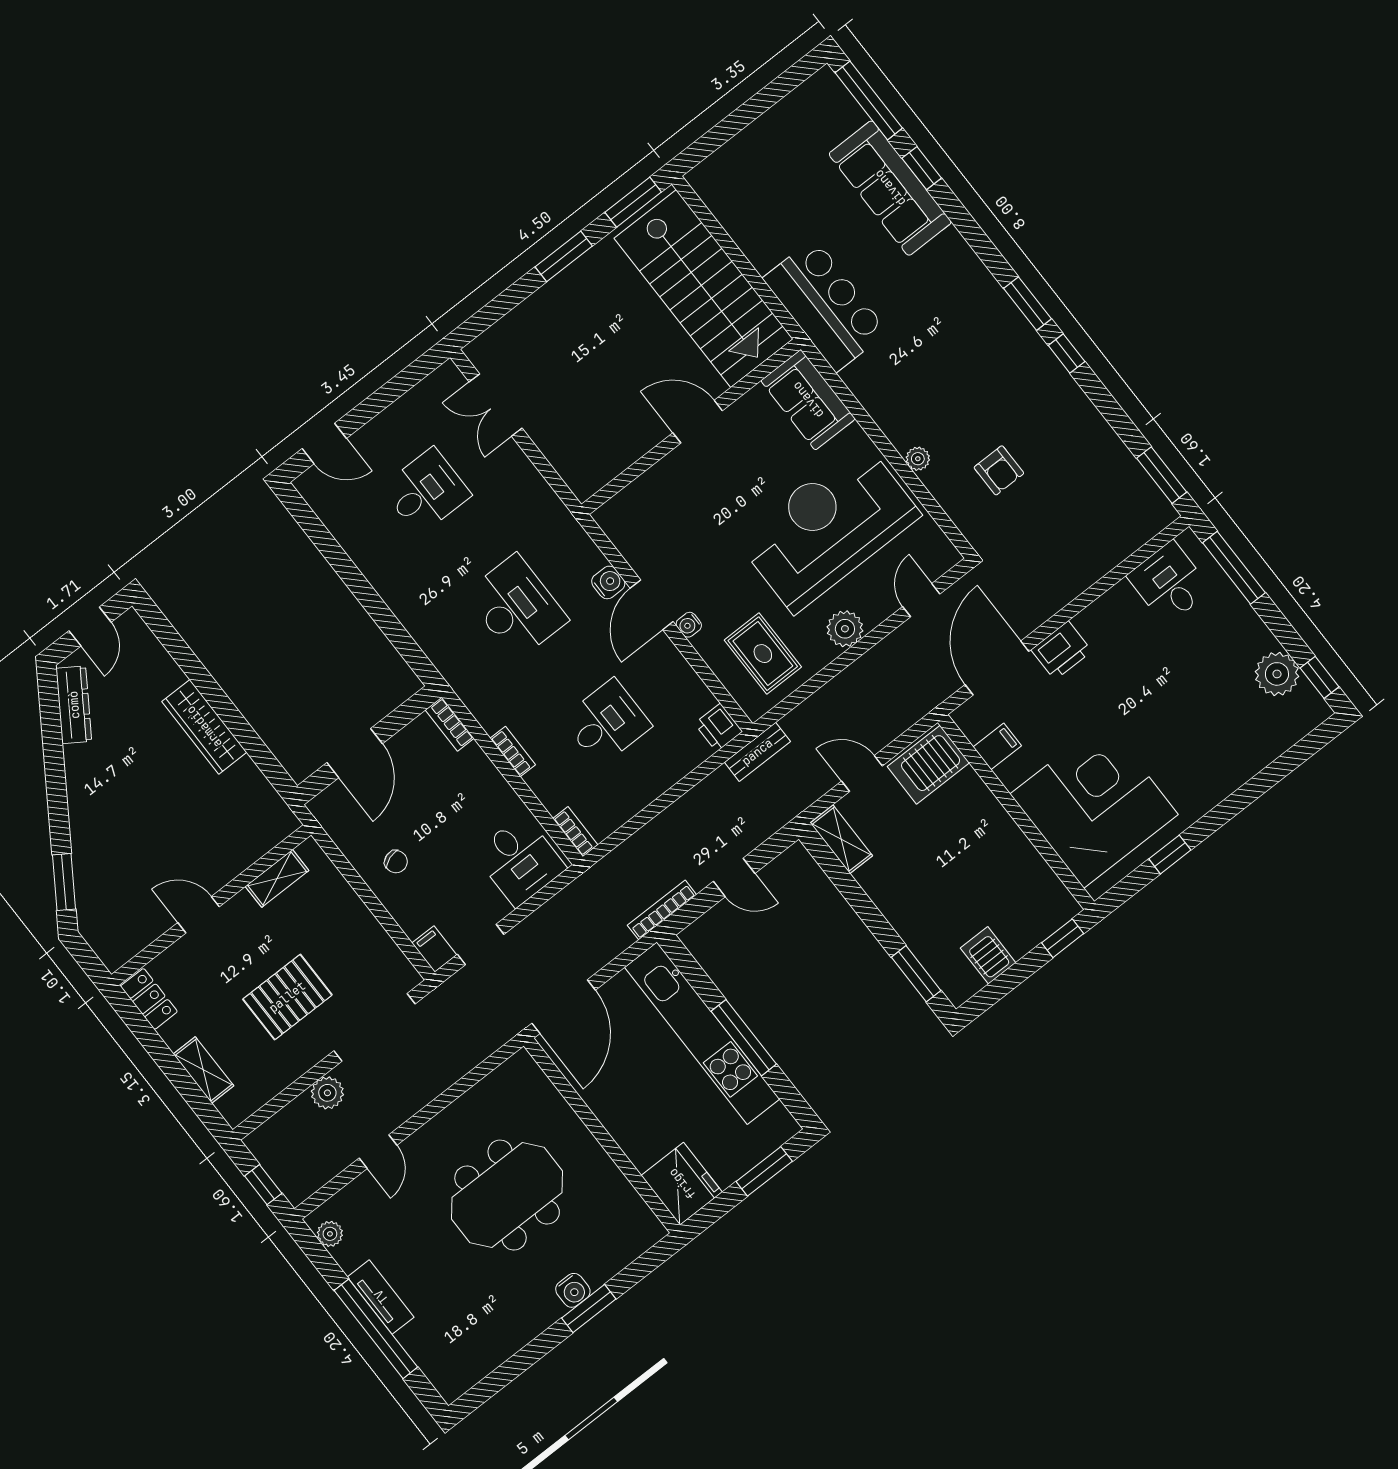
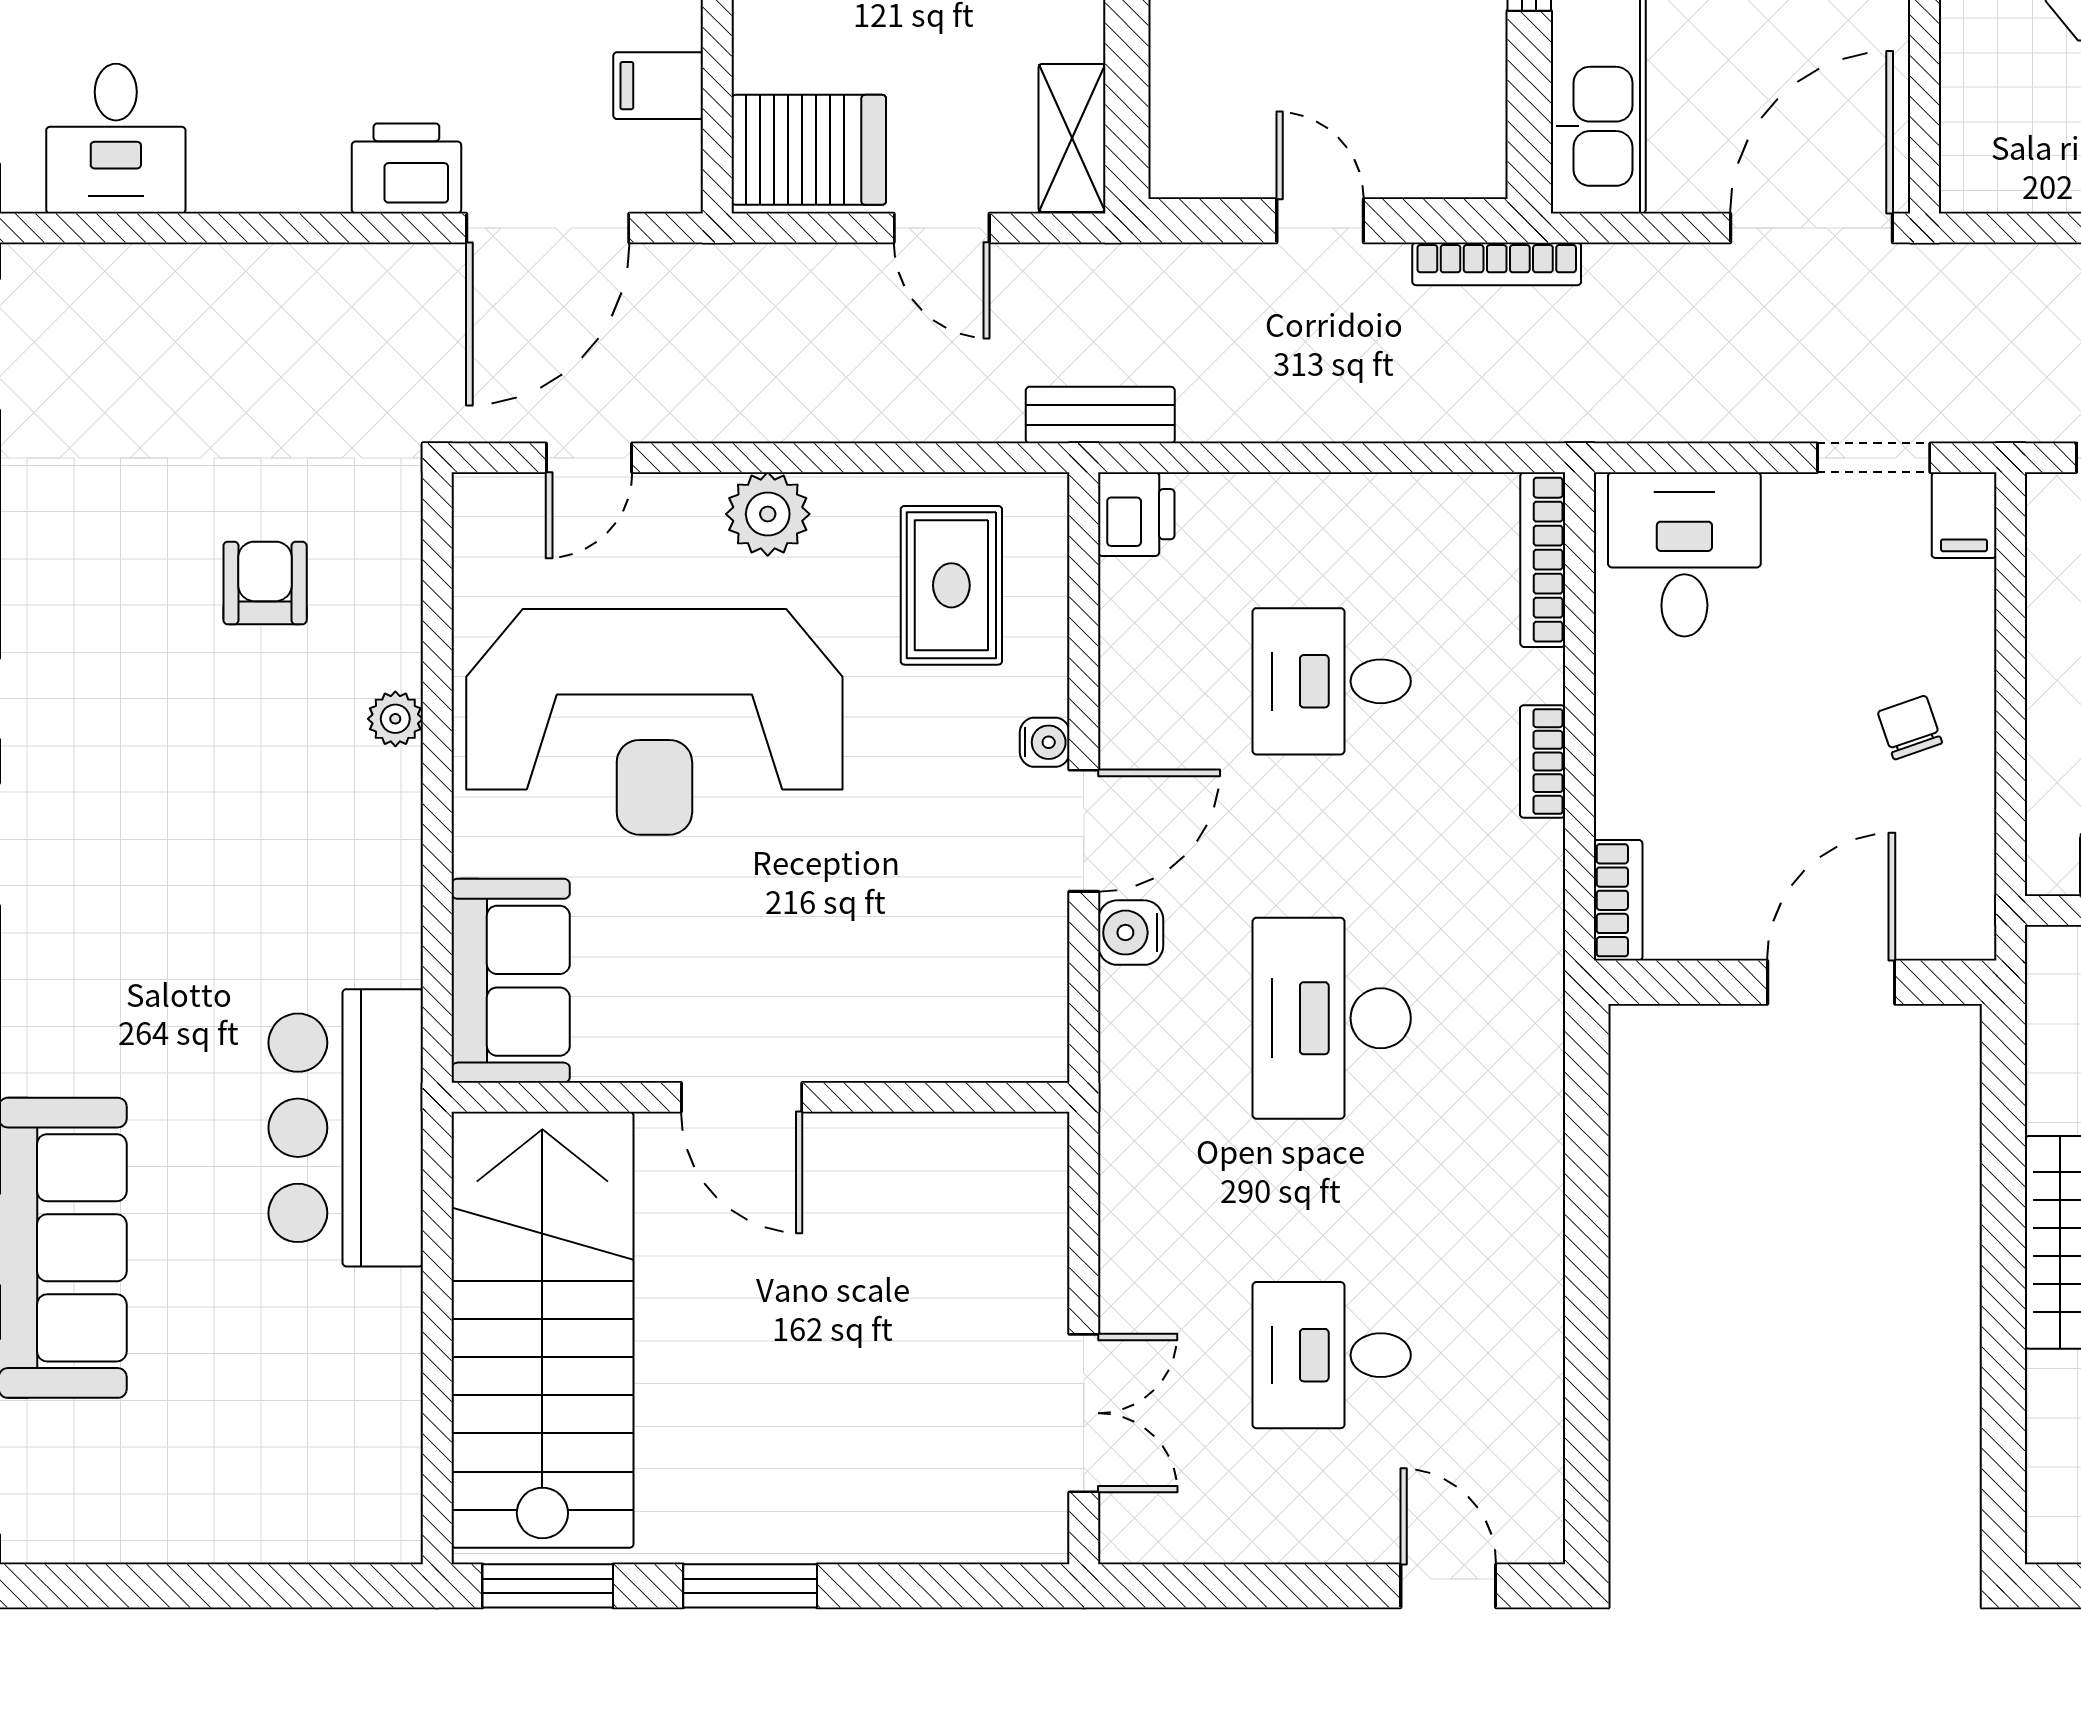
bookcase: (575, 832) -> (1543, 560), width x1.56

